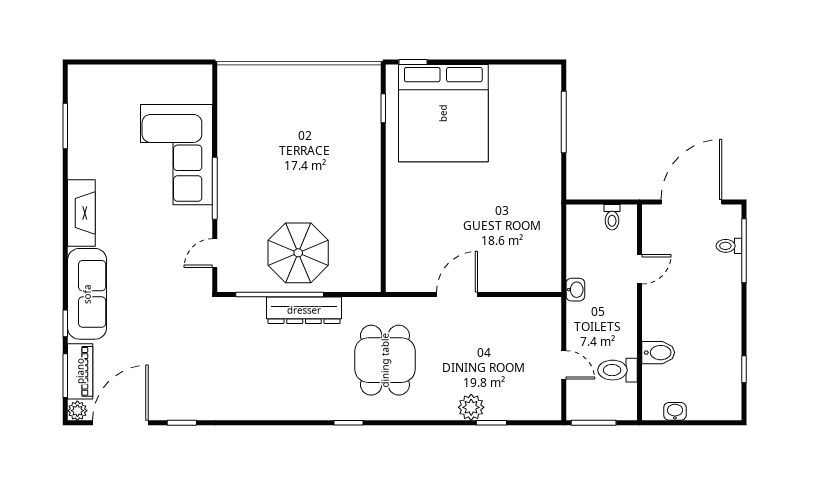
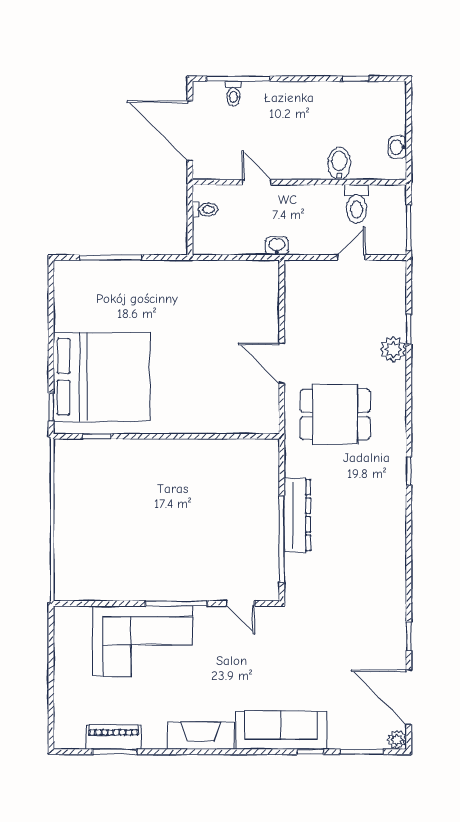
parasol: (298, 253) -> (240, 521), removed
dining table: (385, 360) -> (335, 414), moved
piano: (80, 371) -> (114, 737), moved

